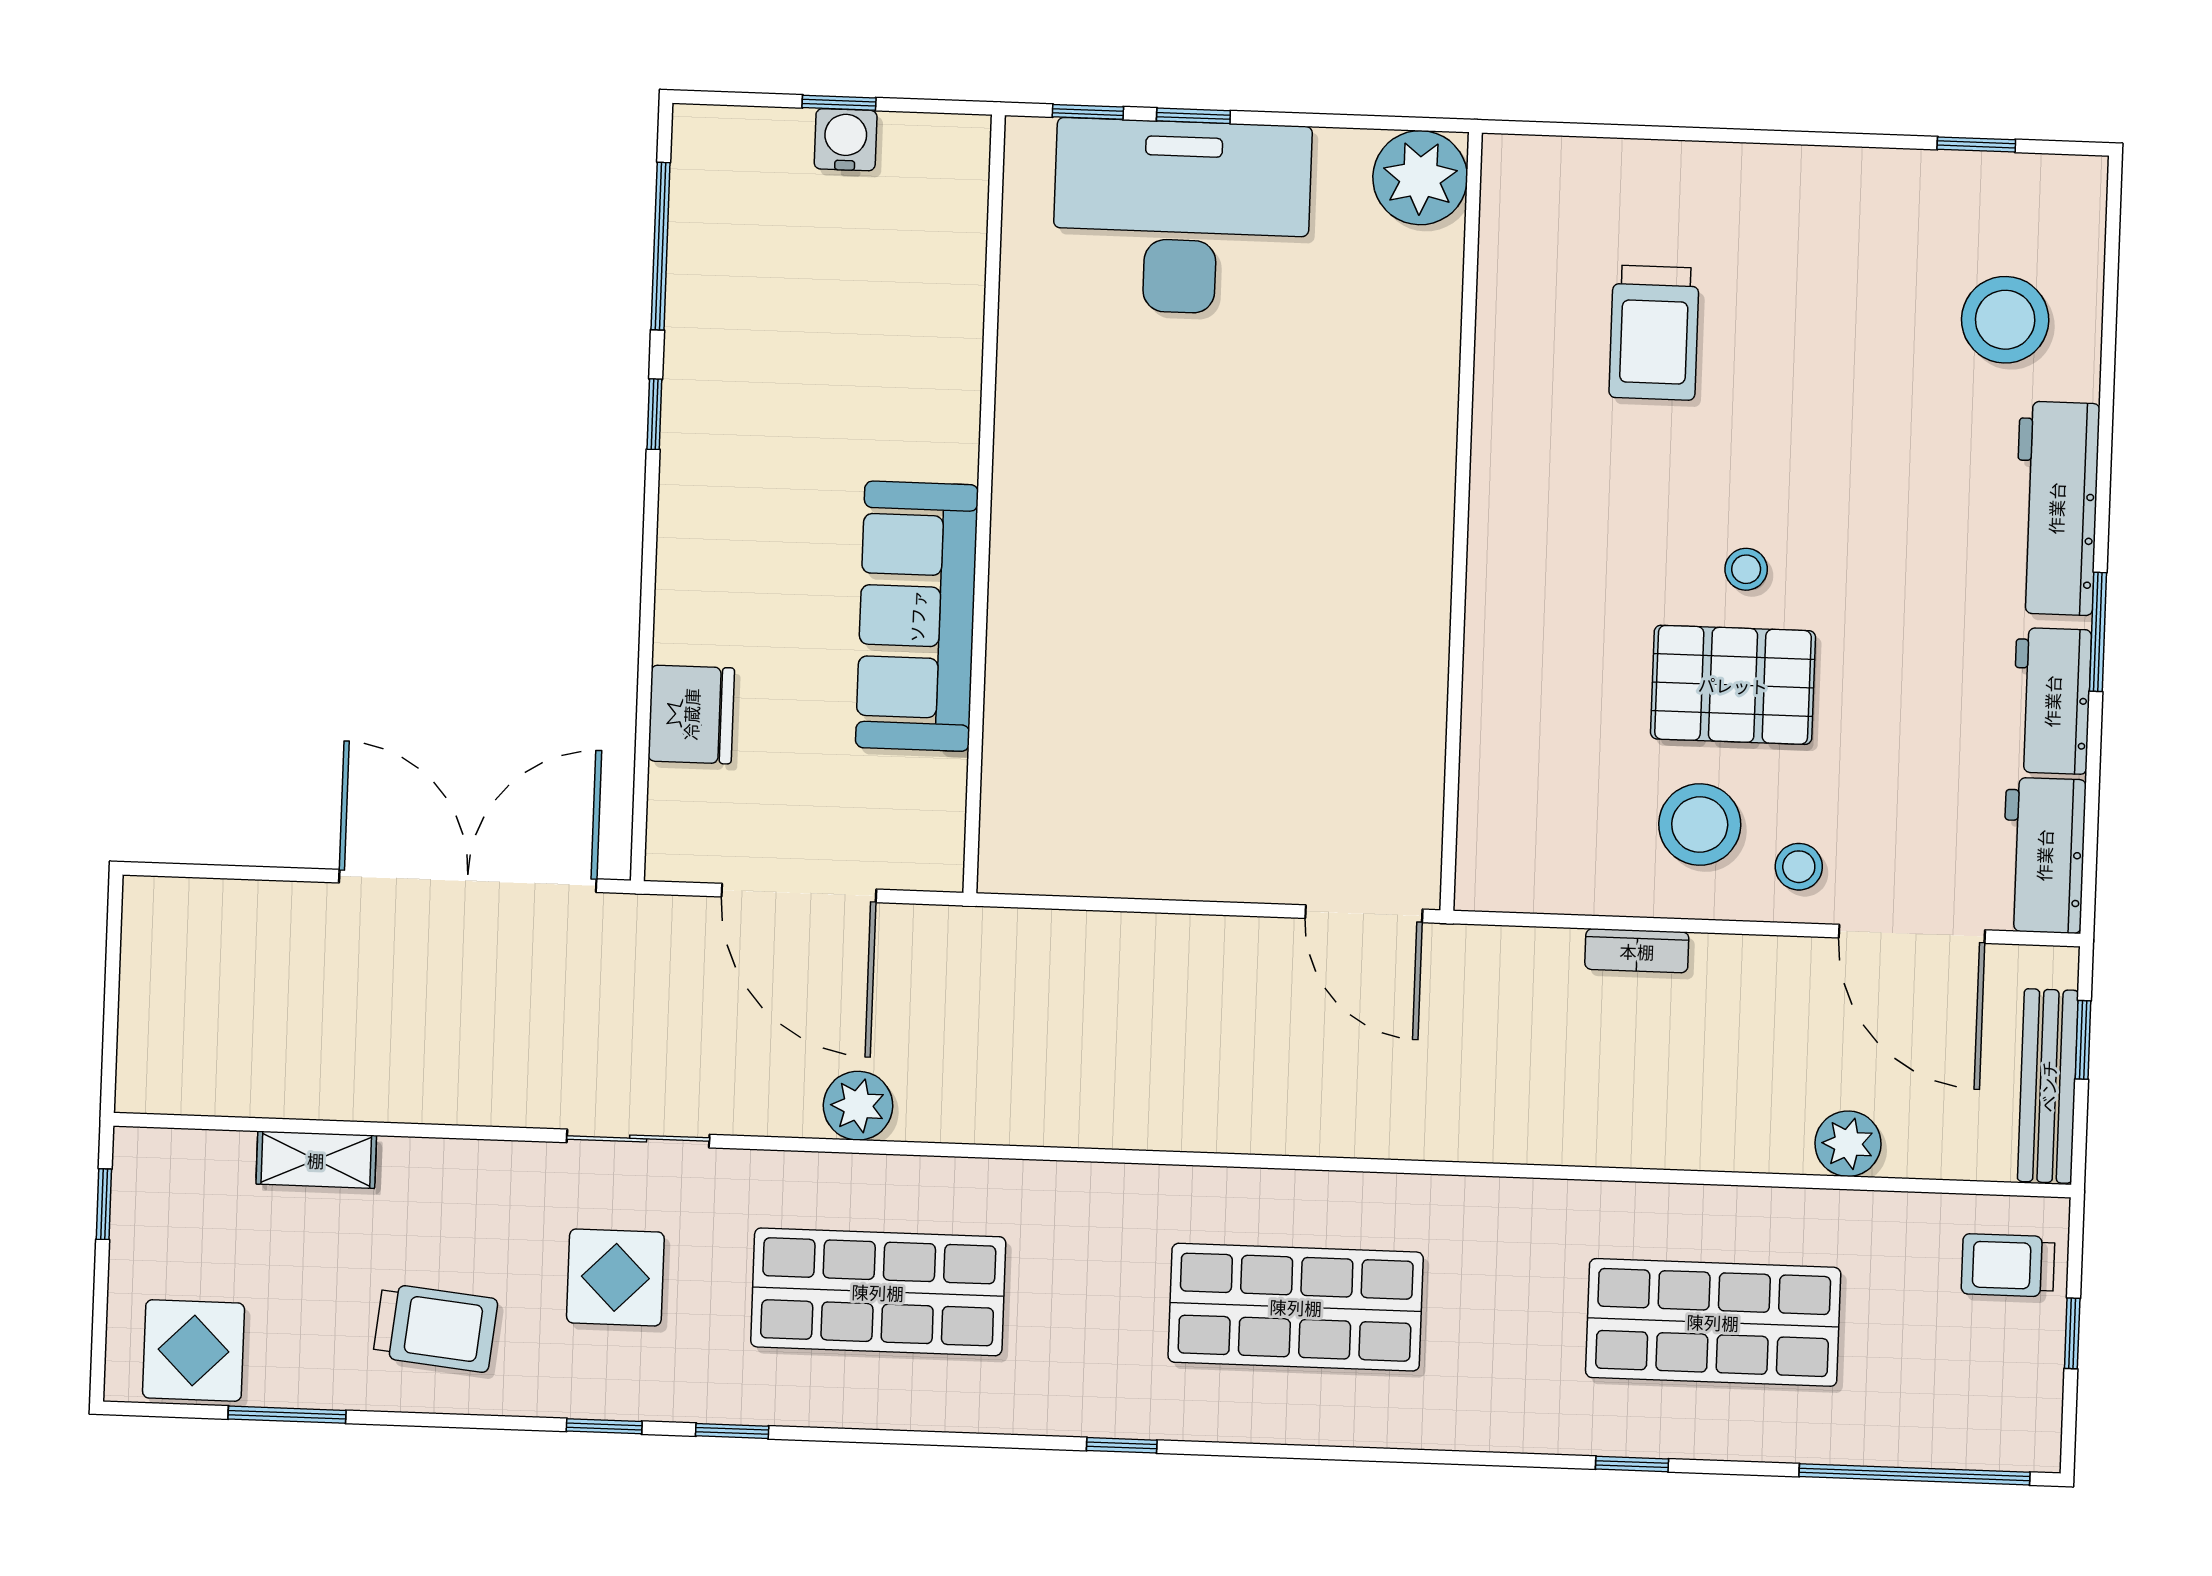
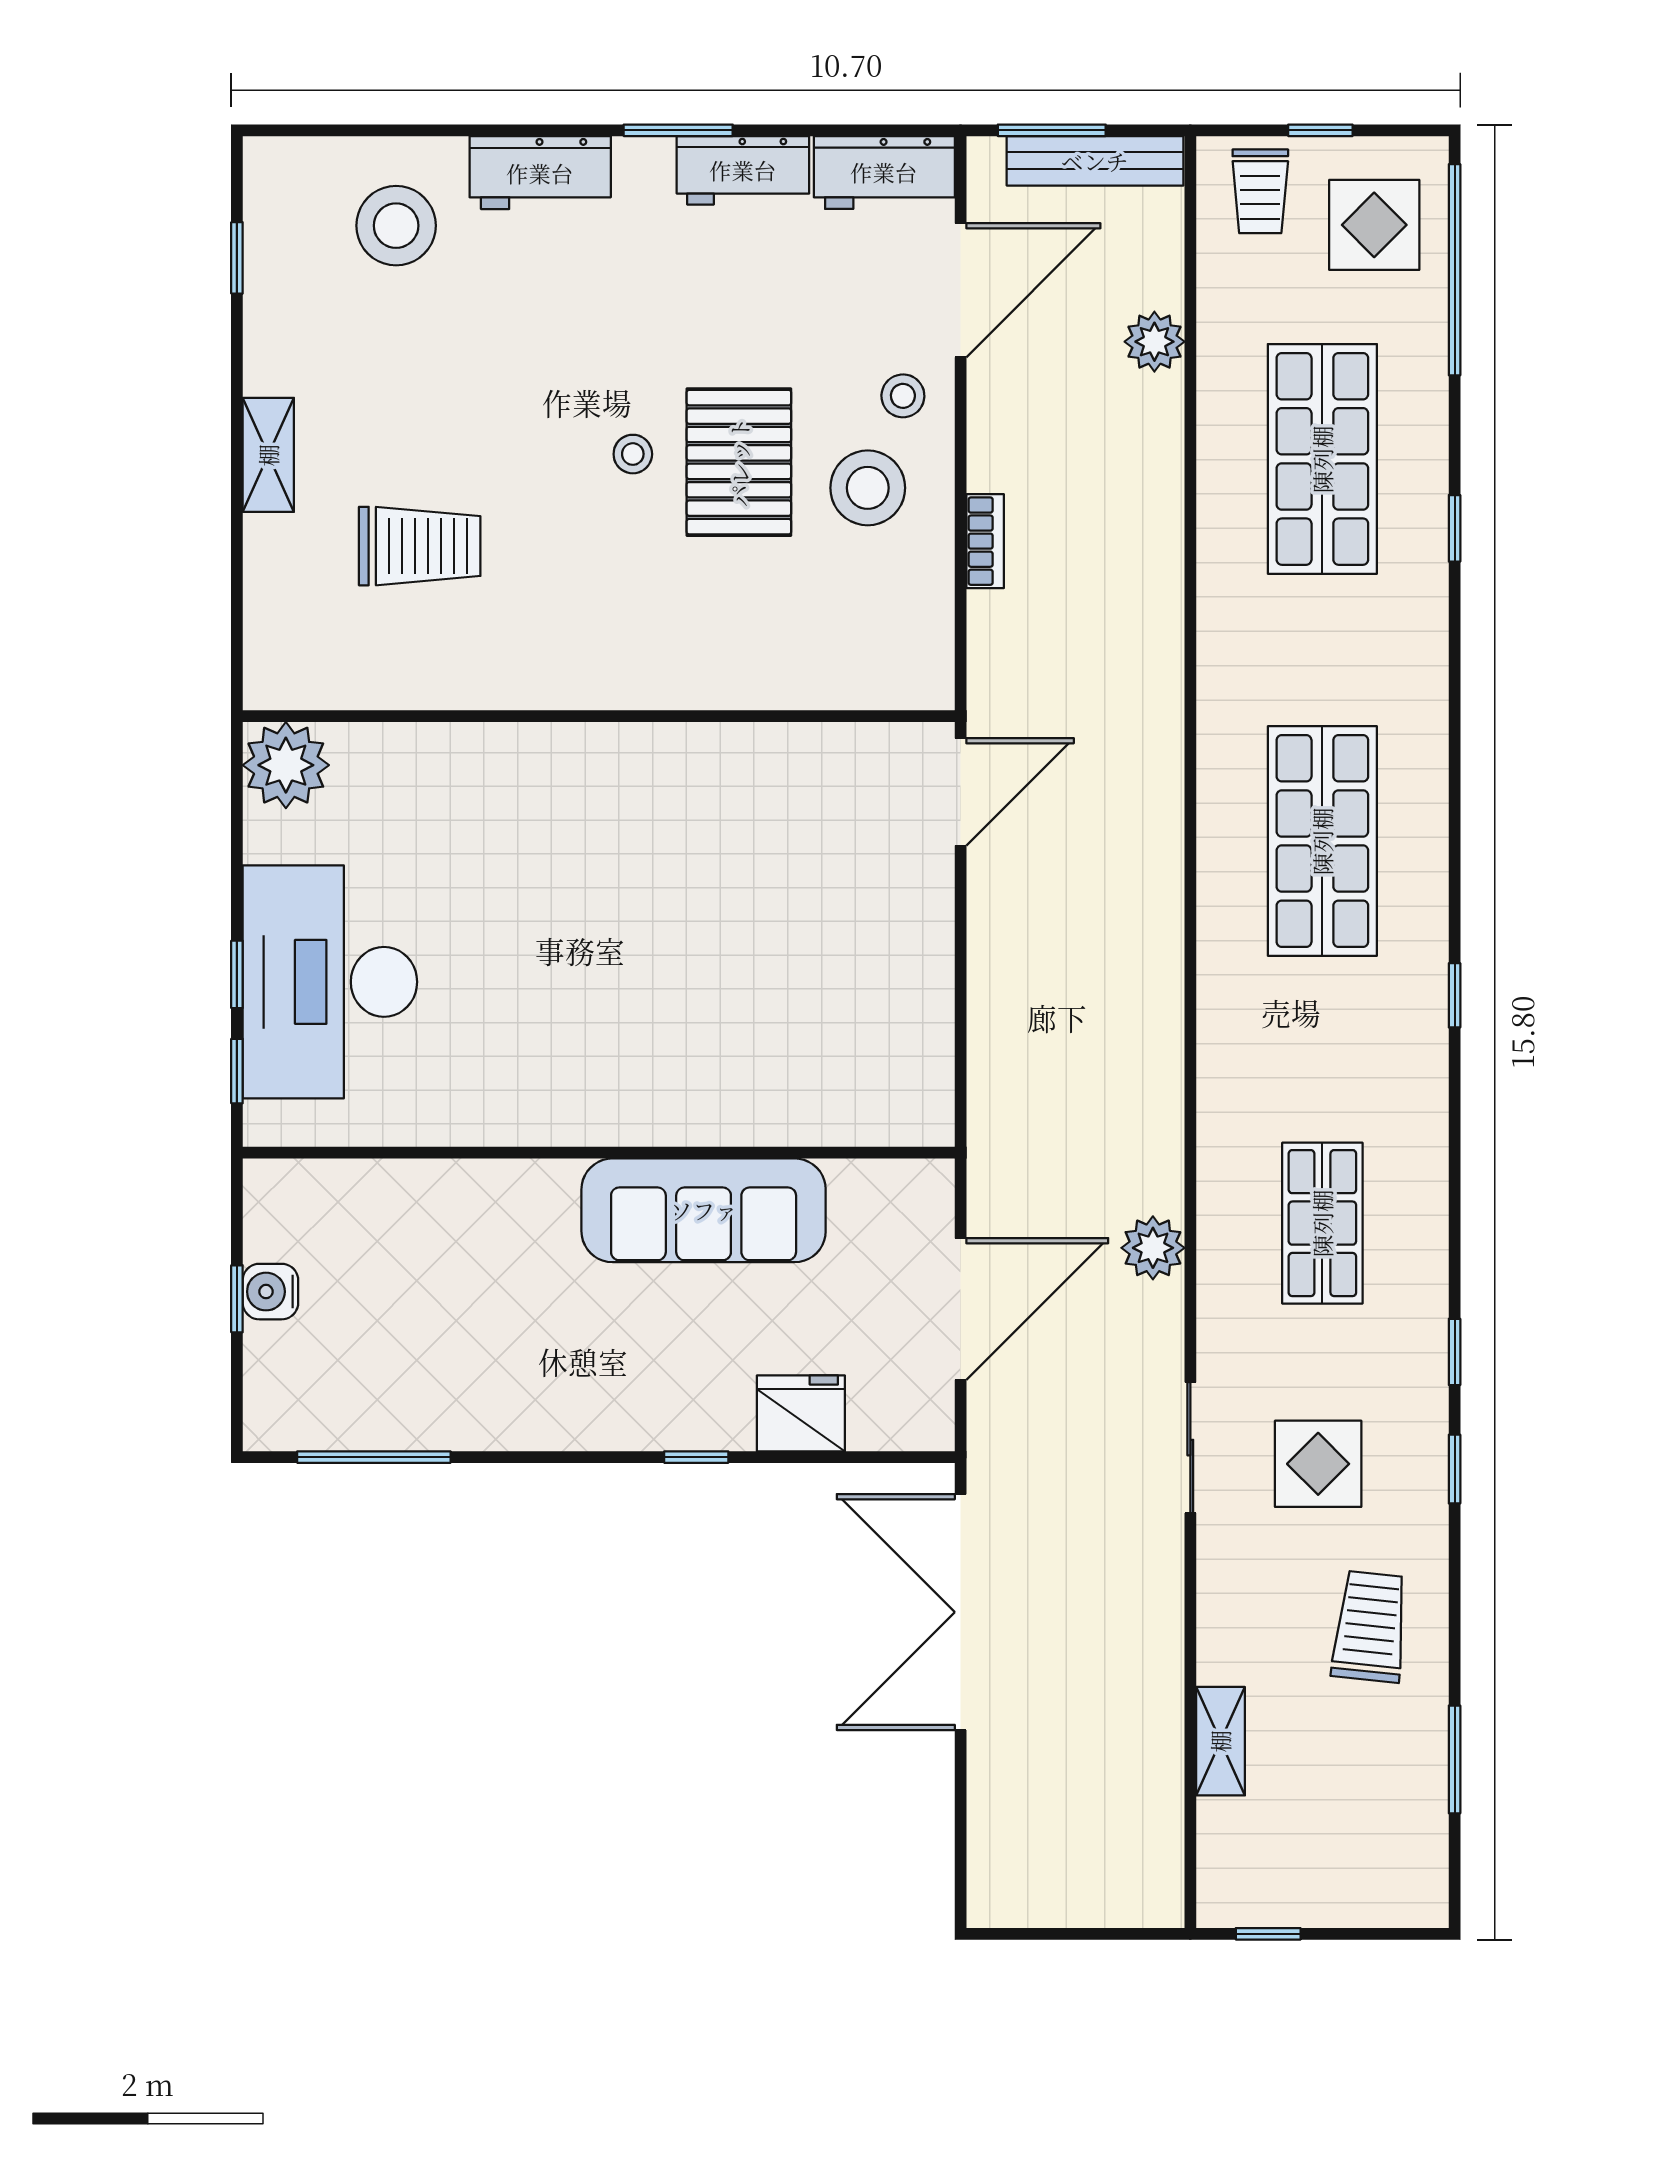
shelving: (1760, 171) -> (268, 455), added
window: (654, 414) -> (696, 1457), moved
workbench: (2056, 508) -> (540, 173), width x0.73
window: (2083, 1040) -> (1052, 130), width x1.50
shop shelf: (878, 1292) -> (1322, 1223), width x0.70, depth x0.74
display table: (194, 1351) -> (1374, 225), moved

